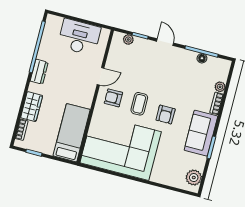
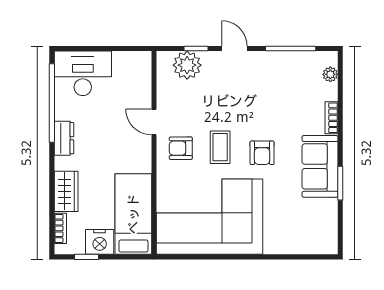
desk: (79, 37) -> (83, 73), moved
plant: (128, 39) -> (187, 65), width x1.88, depth x1.88
floor lamp: (202, 58) -> (294, 58), removed
door: (100, 76) -> (154, 122), swing flipped
plant: (220, 87) -> (330, 74), moved
nightstand: (45, 145) -> (100, 242), added
plant: (194, 178) -> (326, 233), removed

